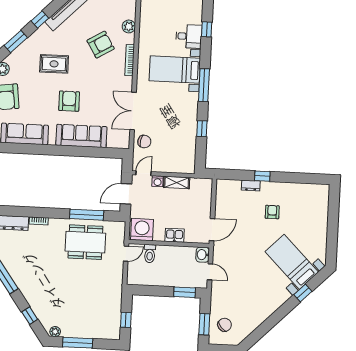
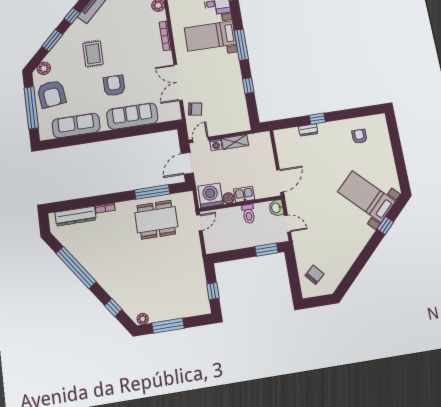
armchair: (101, 45) -> (135, 27), removed
rug: (54, 64) -> (93, 54), turned 90
armchair: (272, 212) -> (359, 136), moved
boiler: (159, 236) -> (229, 198), added
toilet: (150, 254) -> (249, 214), moved
window: (204, 324) -> (294, 279), removed

